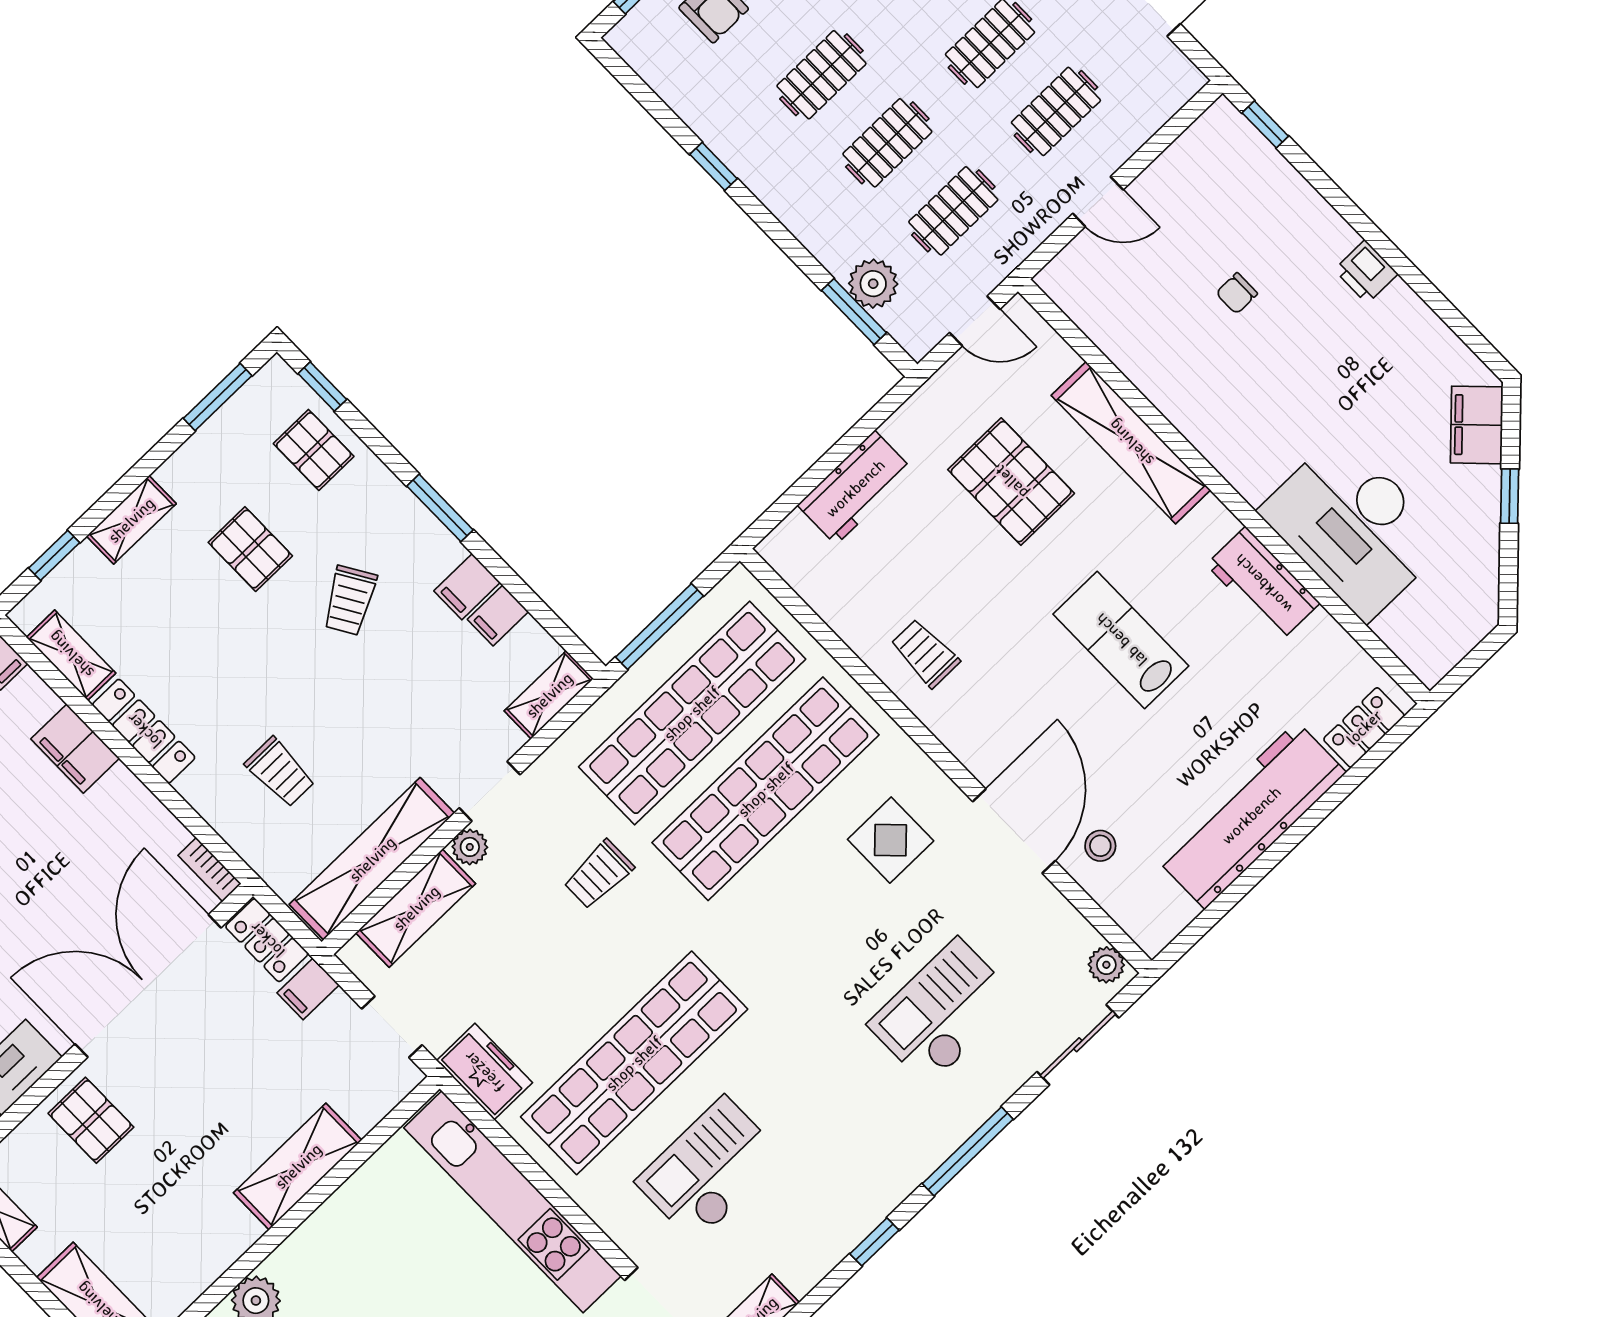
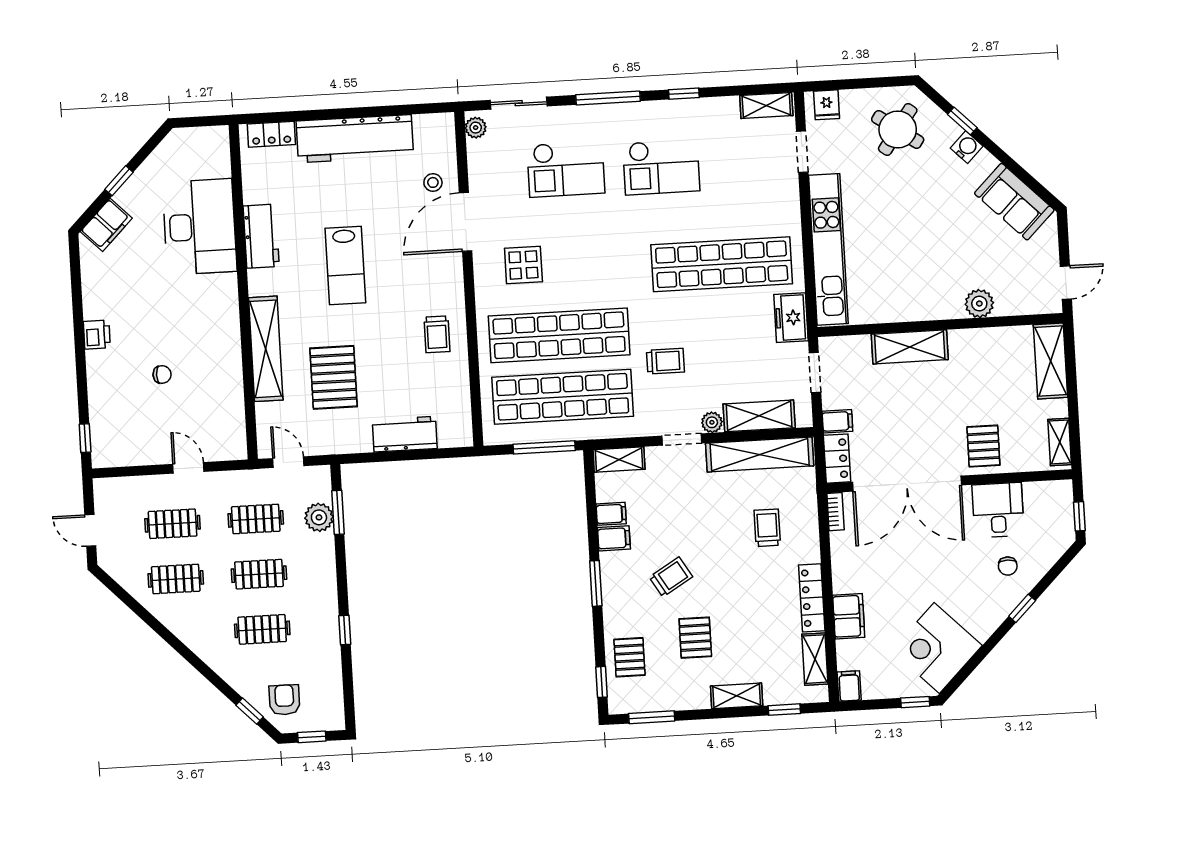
checkout: (710, 1170) -> (661, 167), moved

